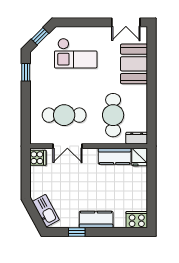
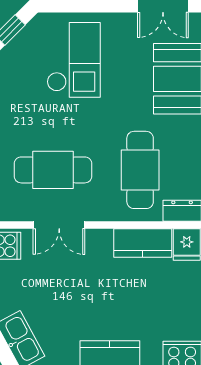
checkout: (76, 53) -> (74, 60), turned -90

